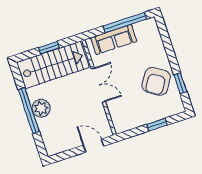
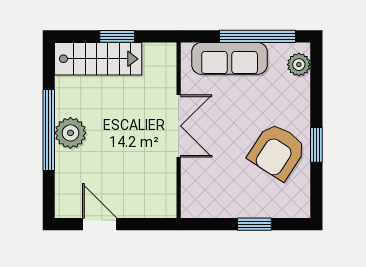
plant: (152, 30) -> (299, 65), added
stairs: (53, 65) -> (98, 59), width x0.73, depth x0.66
window: (180, 83) -> (316, 145), moved
door: (94, 146) -> (100, 224), moved

